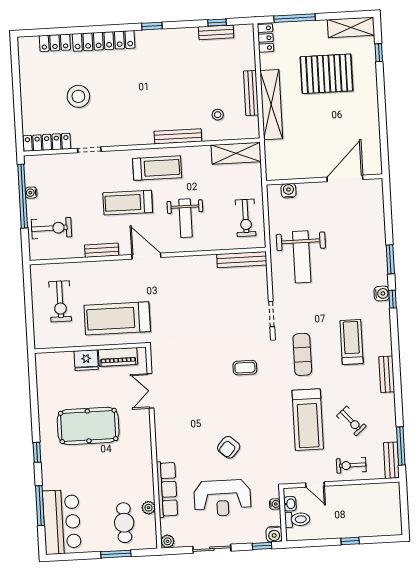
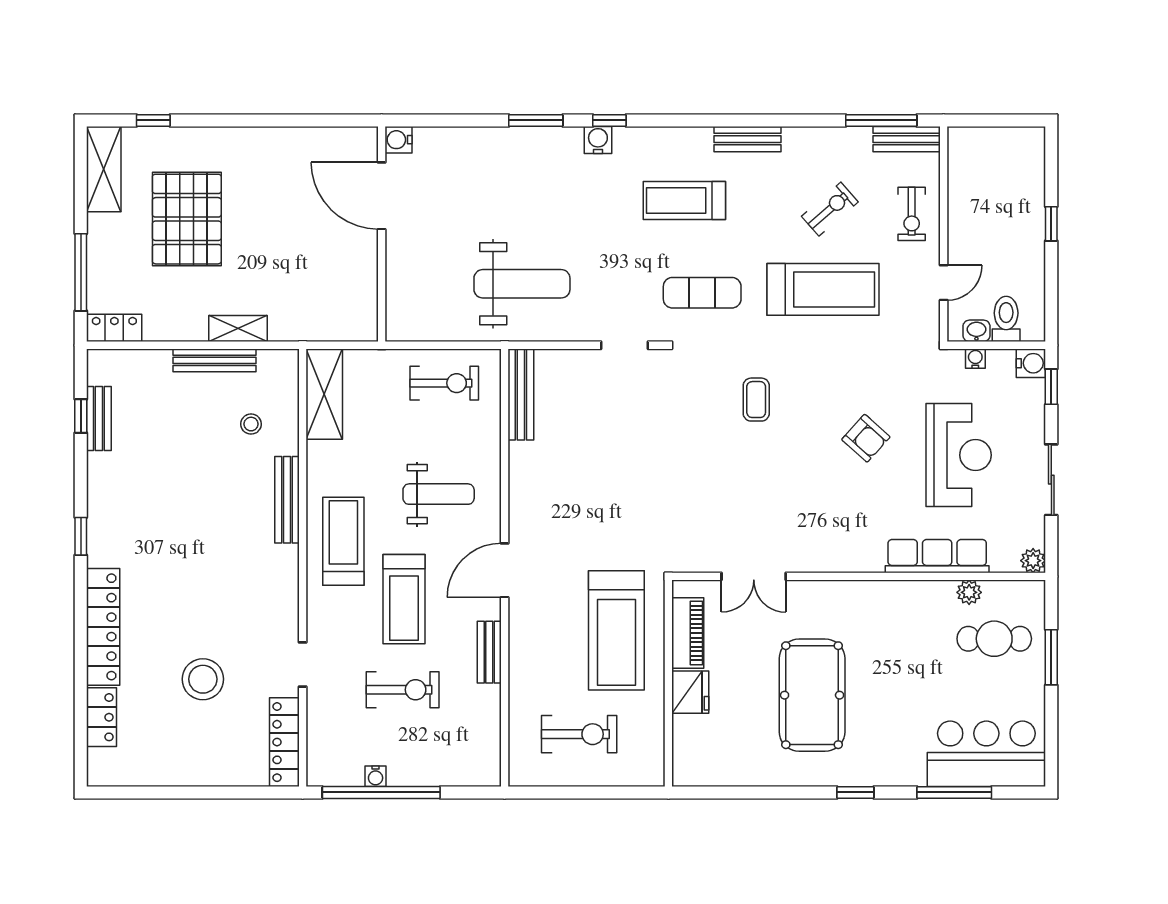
shelving: (271, 105) -> (238, 329), width x0.45, depth x0.75
water cooler: (289, 191) -> (398, 140), moved
exercise bike: (51, 228) -> (403, 690), moved, turned 90
coffee table: (245, 368) -> (756, 400), moved

